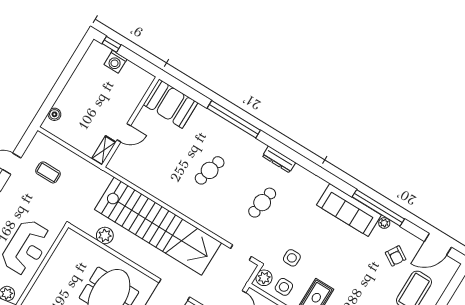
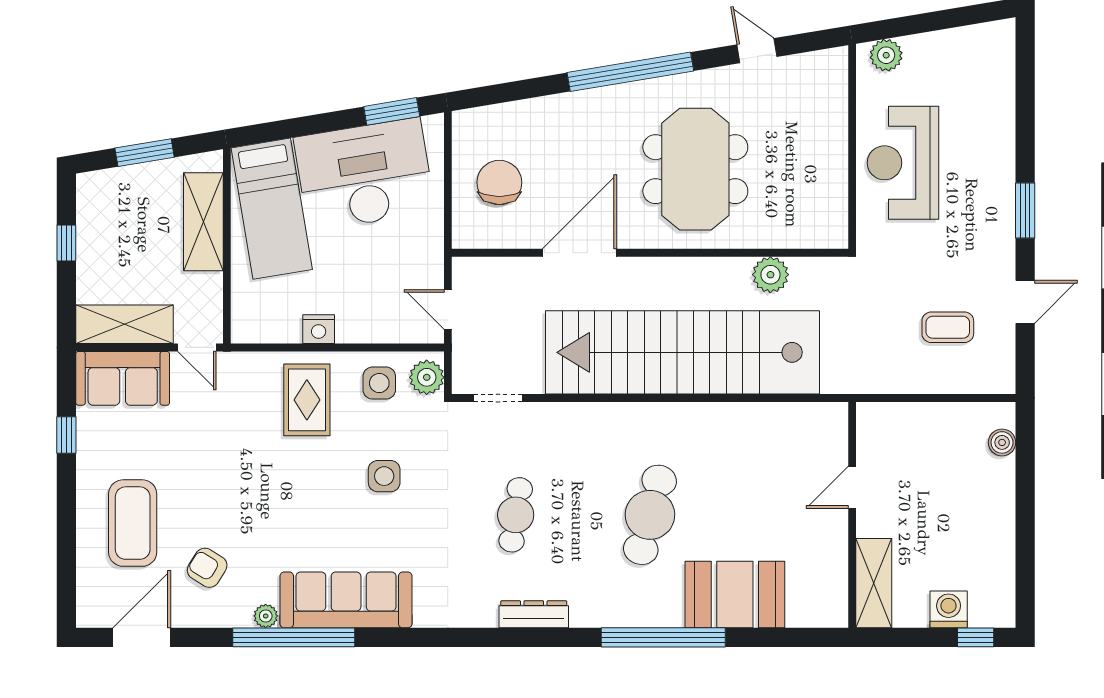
booth: (171, 104) -> (735, 595), moved
shelving: (104, 150) -> (874, 583), moved, width x1.50, depth x1.33
cafe table: (210, 170) -> (650, 515), width x1.37, depth x1.35
side table: (292, 258) -> (384, 476), moved

